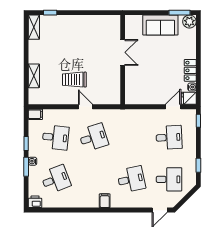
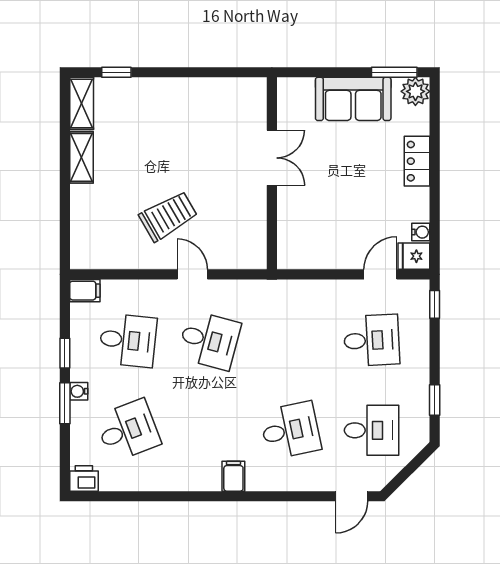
locker: (190, 70) -> (417, 161), moved
shelving: (34, 76) -> (81, 157), moved
trolley: (74, 80) -> (168, 216), turned 150
desk: (93, 137) -> (209, 340), turned 33

